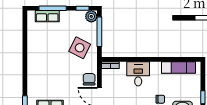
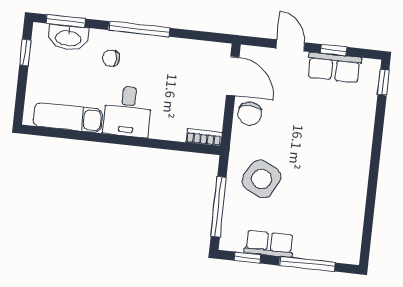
row of seats: (47, 16) -> (269, 244), moved
plant: (91, 16) -> (232, 239), removed
desk: (138, 74) -> (128, 111), moved

